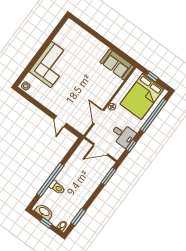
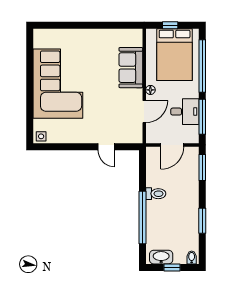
sofa: (117, 64) -> (131, 68), moved, turned 90
corner sofa: (51, 65) -> (58, 84), width x1.36, depth x1.36
door: (99, 117) -> (144, 112), swing flipped
window: (131, 146) -> (202, 117), width x2.17
toilet: (57, 187) -> (156, 194), moved
window: (78, 217) -> (202, 221), moved

